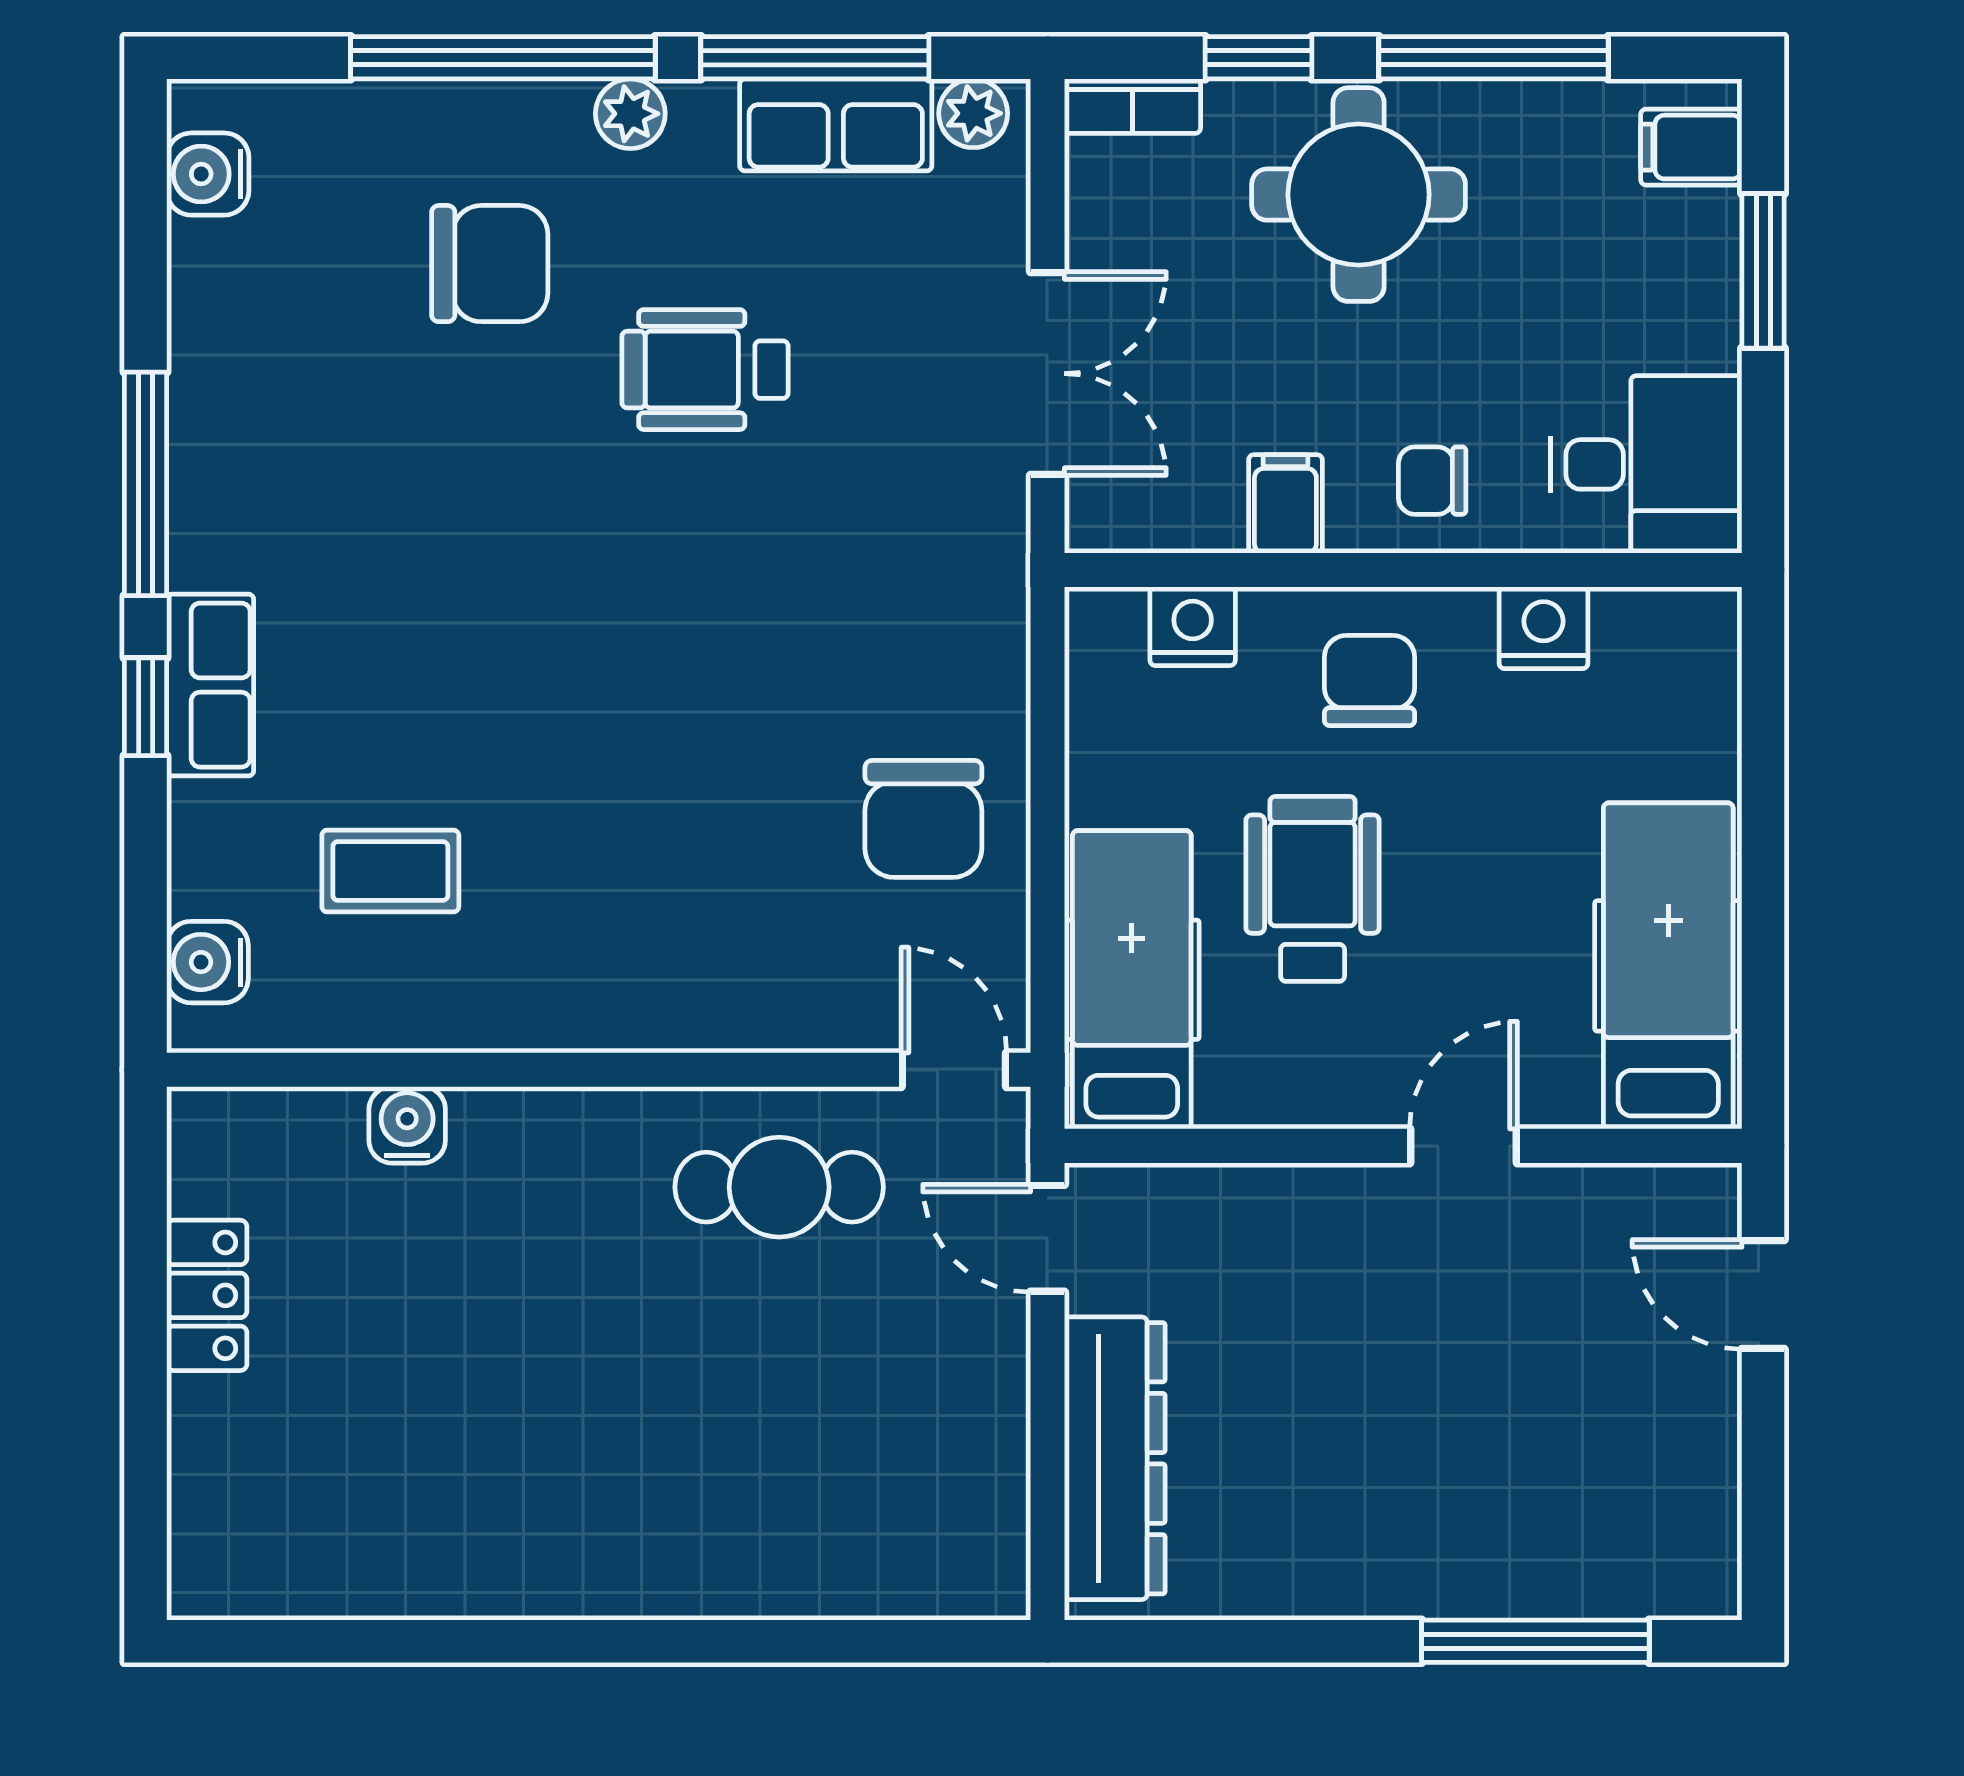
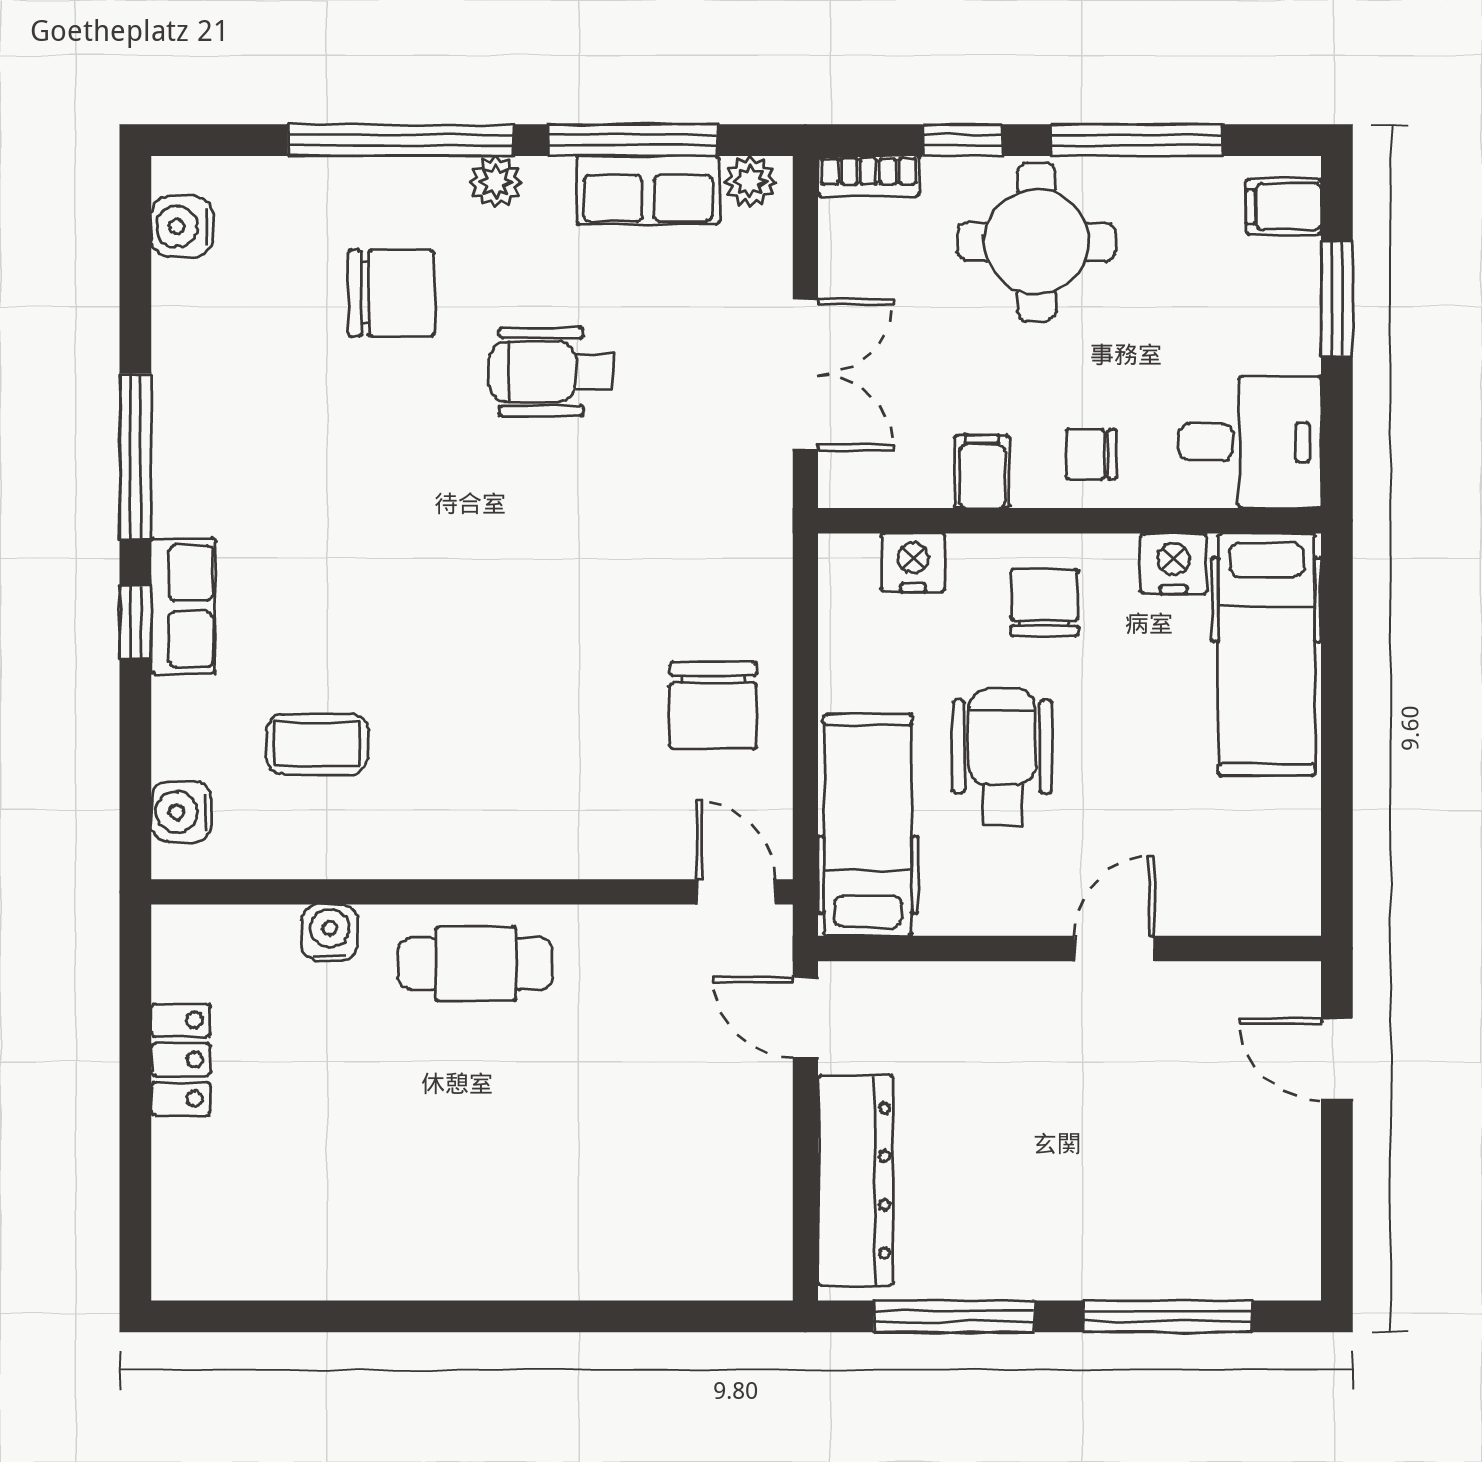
hospital bed: (1668, 966) -> (1266, 654), moved, turned 180
cafe table: (779, 1187) -> (476, 964), moved
window: (1248, 1641) -> (954, 1316), added

